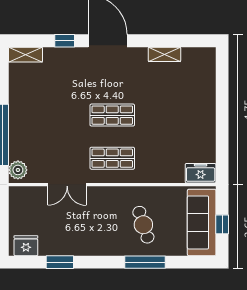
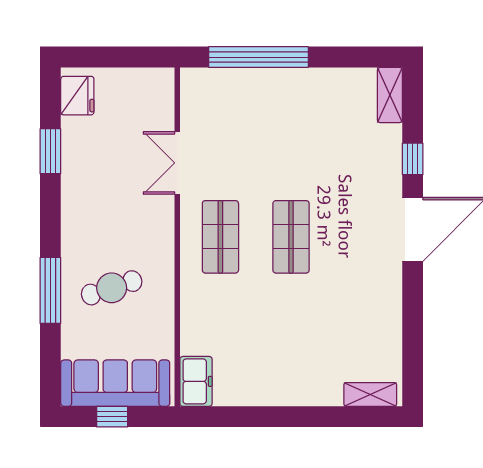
shelving: (164, 54) -> (370, 394), moved, turned 90
plant: (18, 170) -> (201, 83), removed

